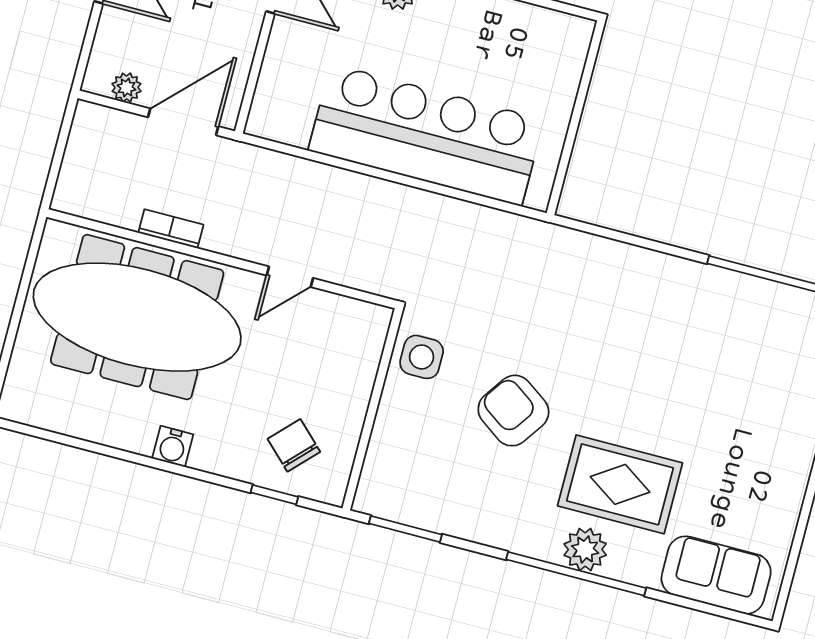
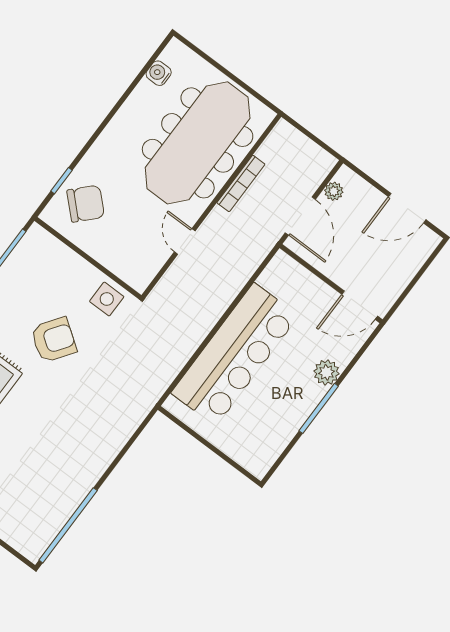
bookcase: (171, 229) -> (241, 183), width x1.56
chair: (294, 445) -> (86, 204), width x1.37, depth x1.37
water cooler: (173, 446) -> (159, 73), moved

